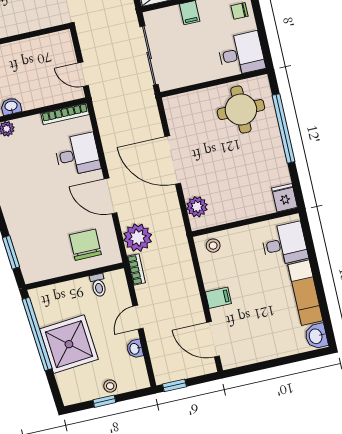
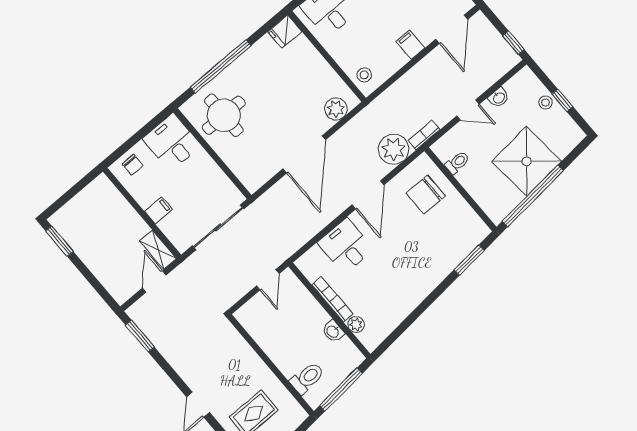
bookcase: (65, 114) -> (332, 299), moved

